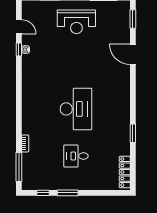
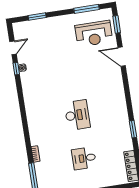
reception desk: (76, 22) -> (94, 34), moved
door: (19, 27) -> (13, 48), hinge flipped
desk: (76, 109) -> (77, 115), width x0.73, depth x0.77

